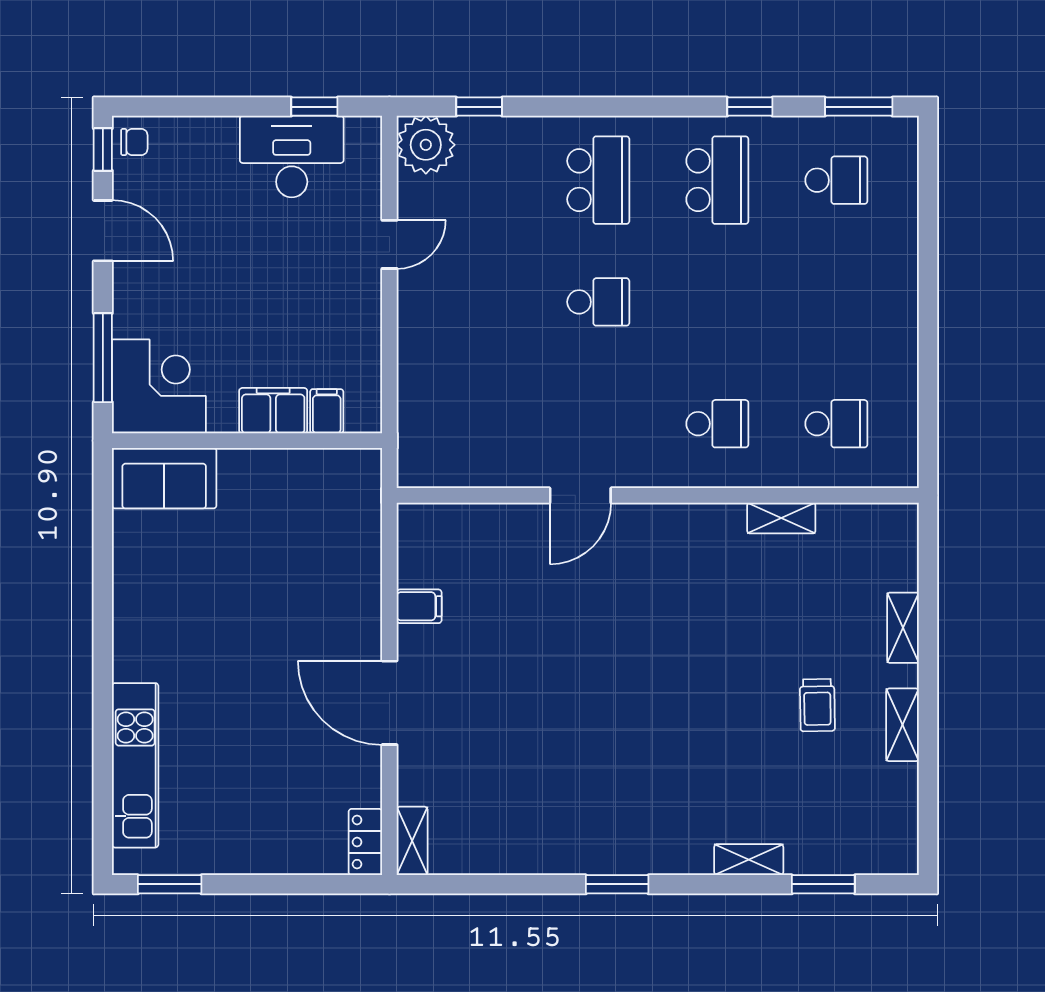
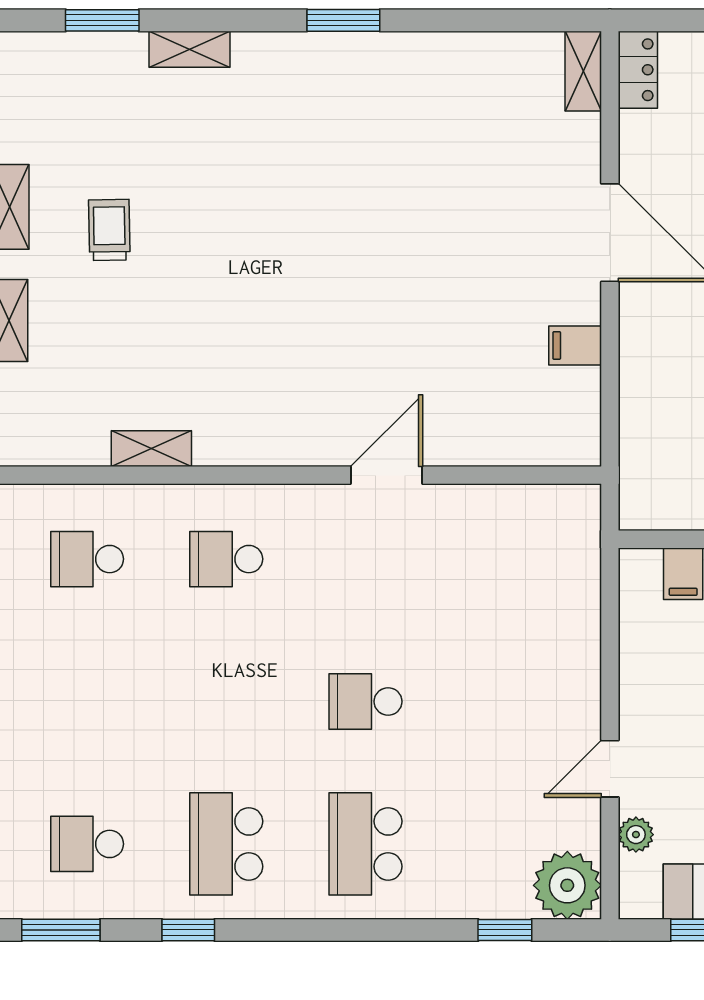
plant: (367, 188) -> (636, 835), added

